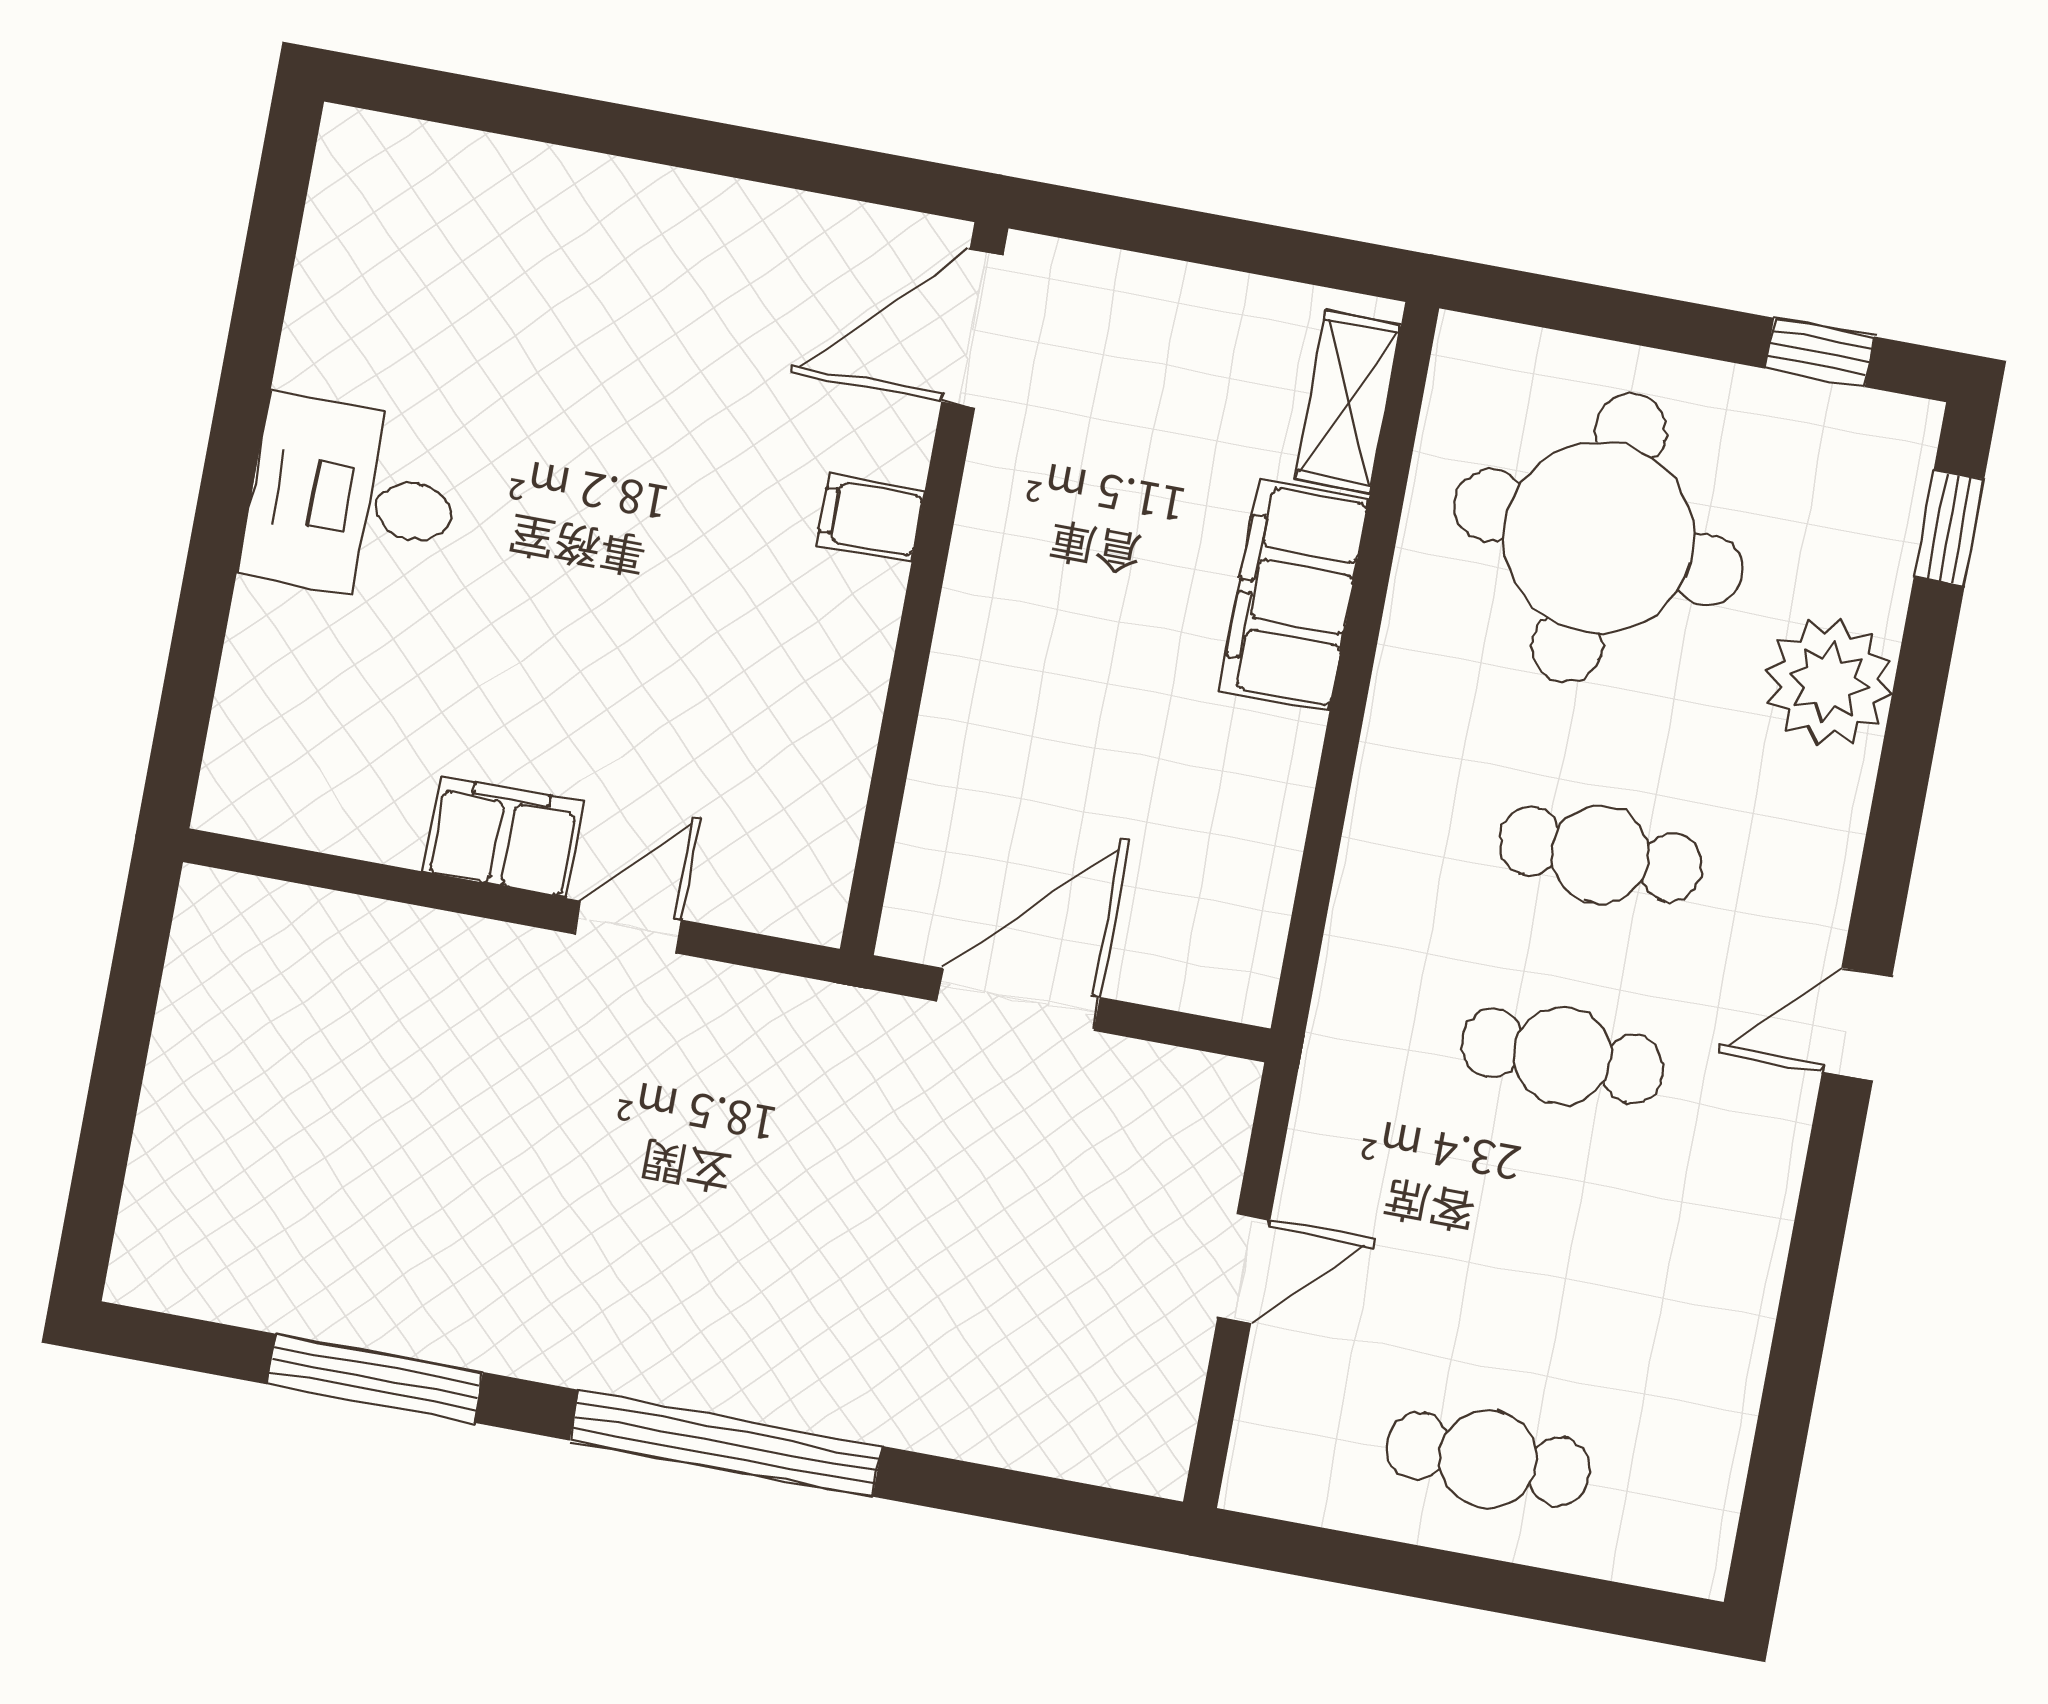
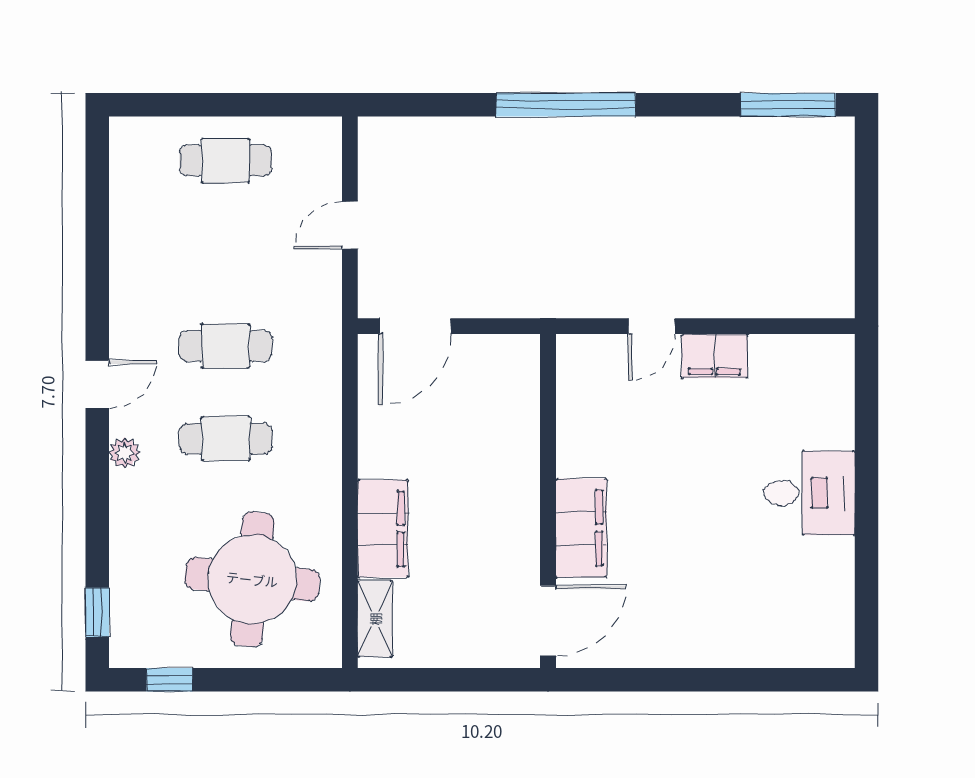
filing cabinet: (870, 518) -> (581, 528), width x3.00, depth x1.17
plant: (1829, 682) -> (124, 453), moved, width x0.53, depth x0.53
door: (1018, 999) -> (415, 326), moved
window: (375, 1378) -> (788, 105), moved

